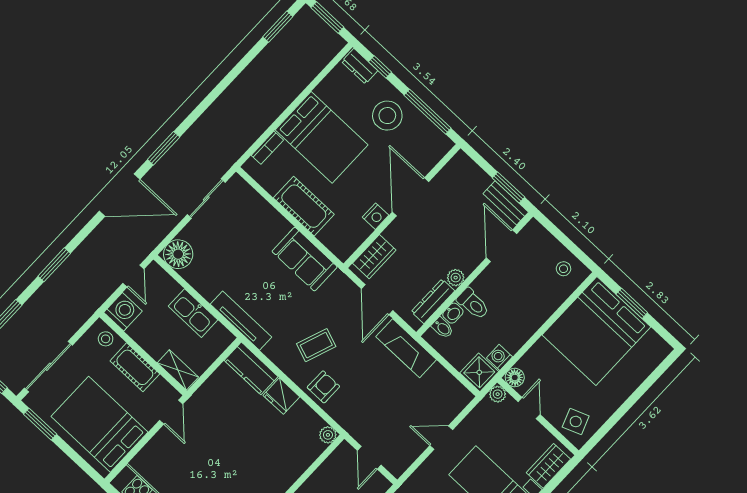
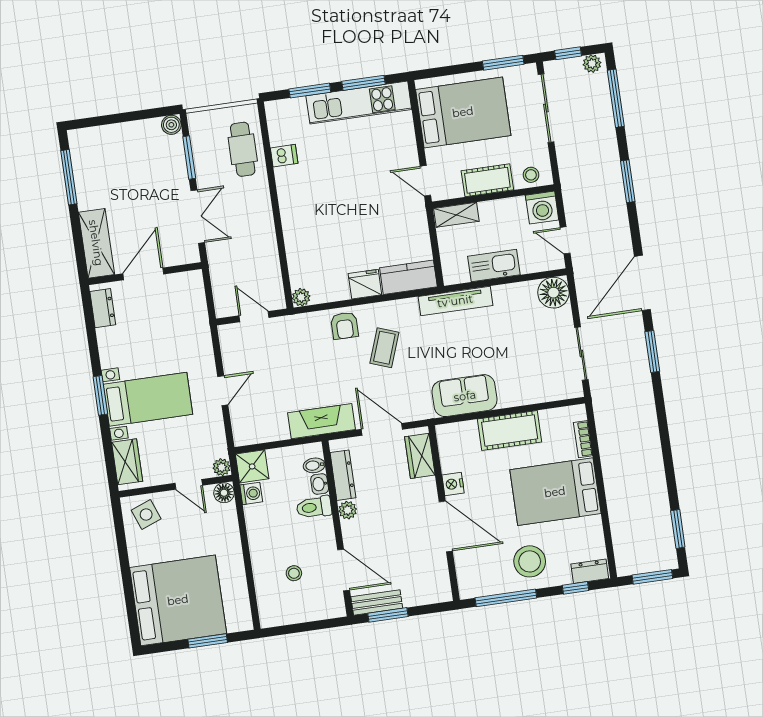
stool: (564, 269) -> (294, 573), moved
bed: (596, 331) -> (178, 600), moved, turned 90

